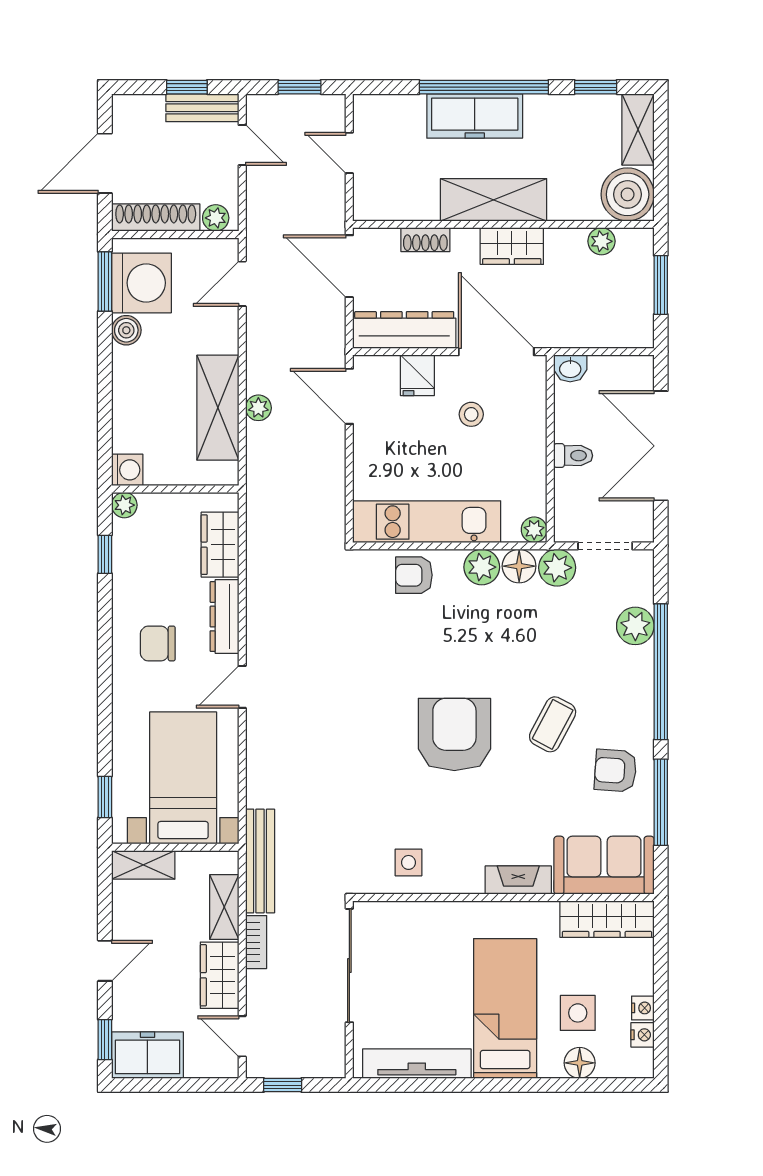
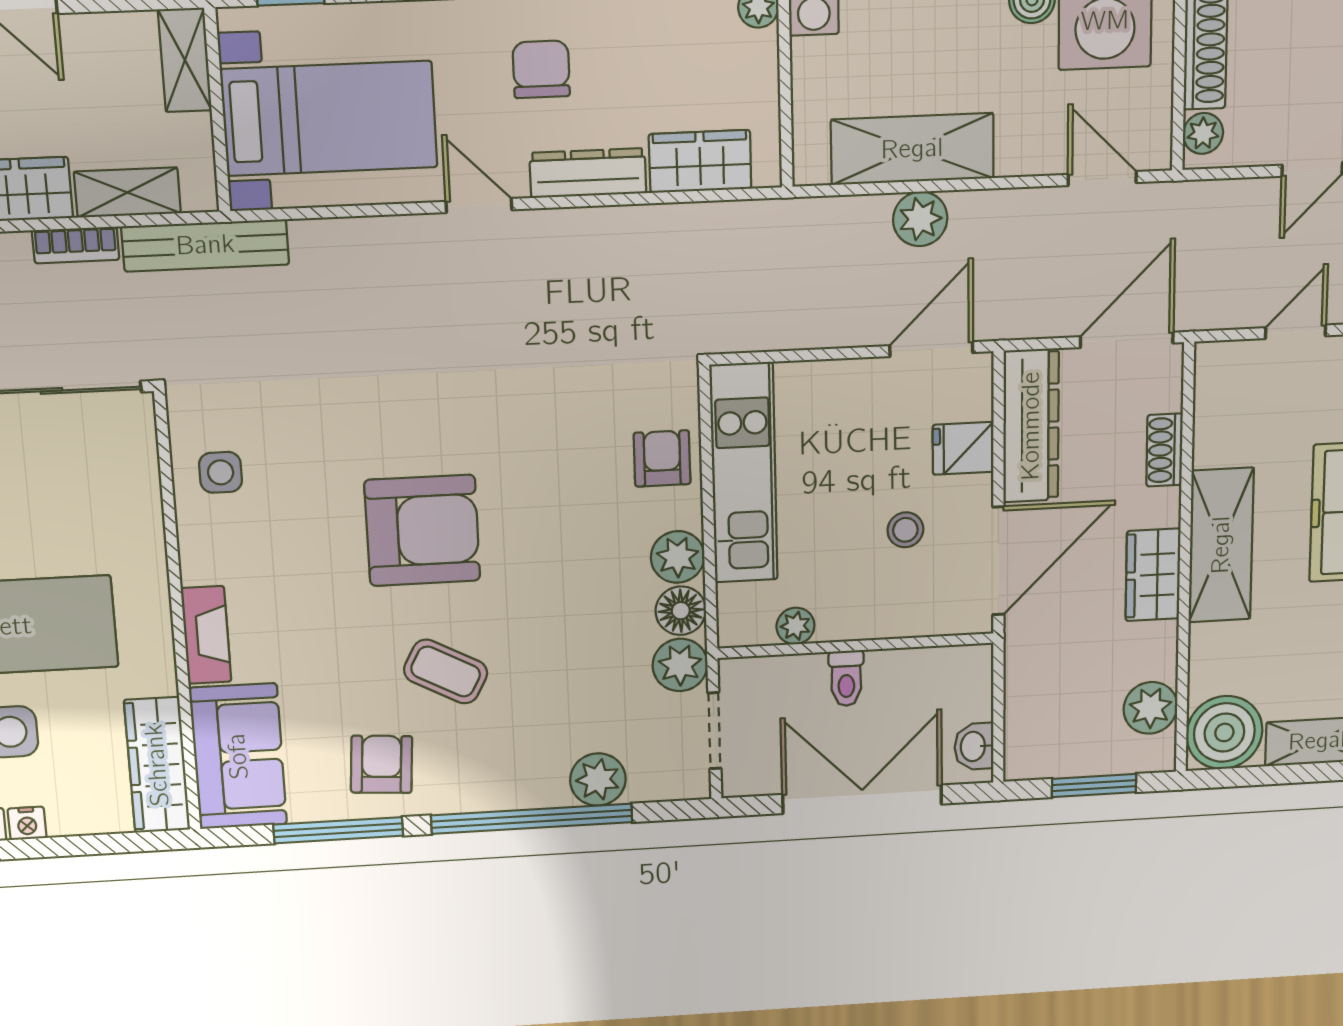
plant: (601, 241) -> (1150, 708), width x1.38, depth x1.38
washbasin: (570, 368) -> (974, 746), moved
plant: (258, 408) -> (920, 219), width x1.38, depth x1.38
plant: (534, 530) -> (795, 626), moved

